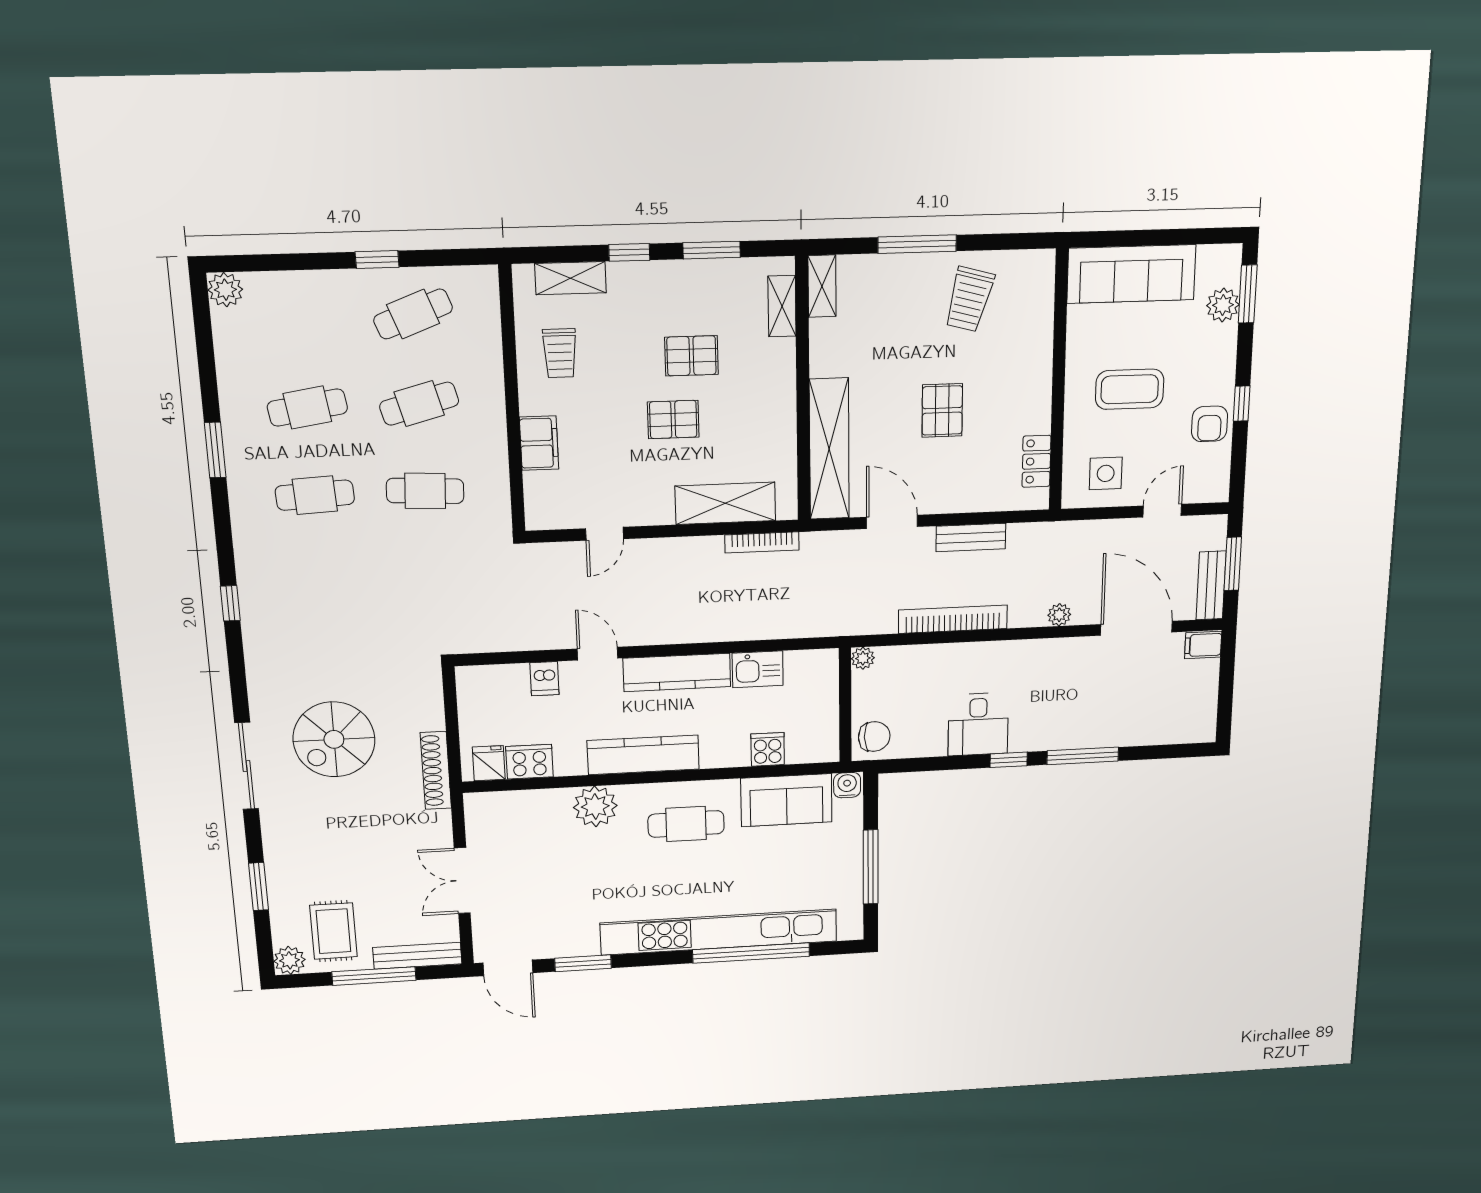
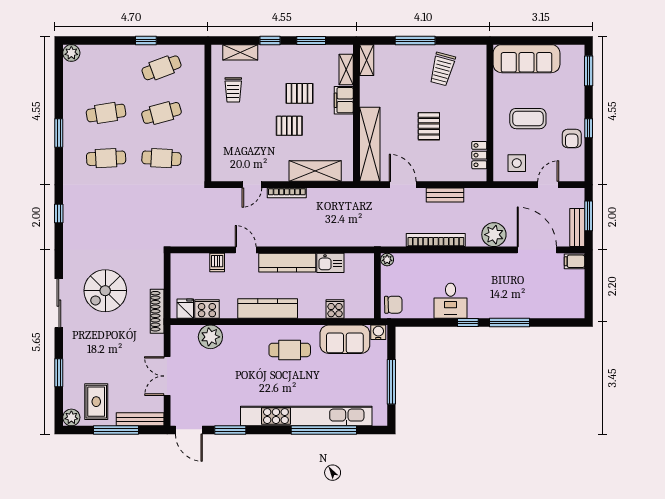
plant: (1223, 305) -> (576, 76), removed
filing cabinet: (539, 443) -> (344, 100), moved, turned 180
bookcase: (762, 542) -> (287, 193), moved
plant: (1059, 615) -> (494, 235), width x1.87, depth x1.87
plant: (595, 806) -> (210, 337), moved

